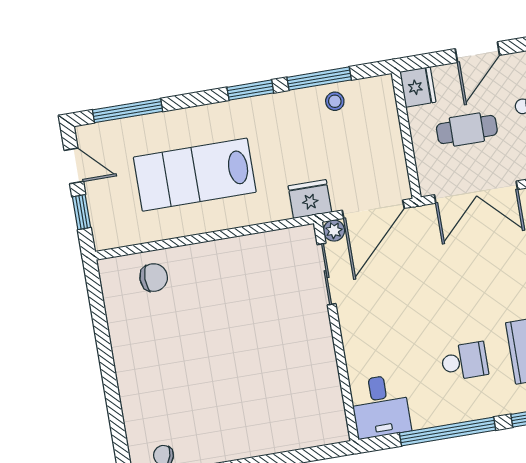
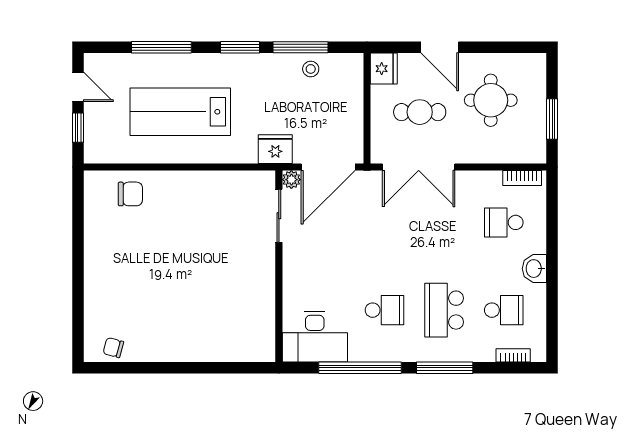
door: (477, 52) -> (440, 47), hinge flipped
window: (128, 111) -> (161, 47), moved
desk: (380, 406) -> (315, 337), width x1.37

